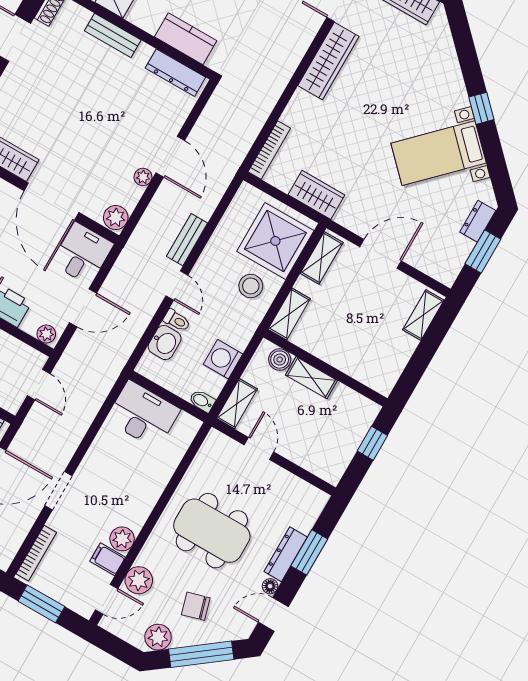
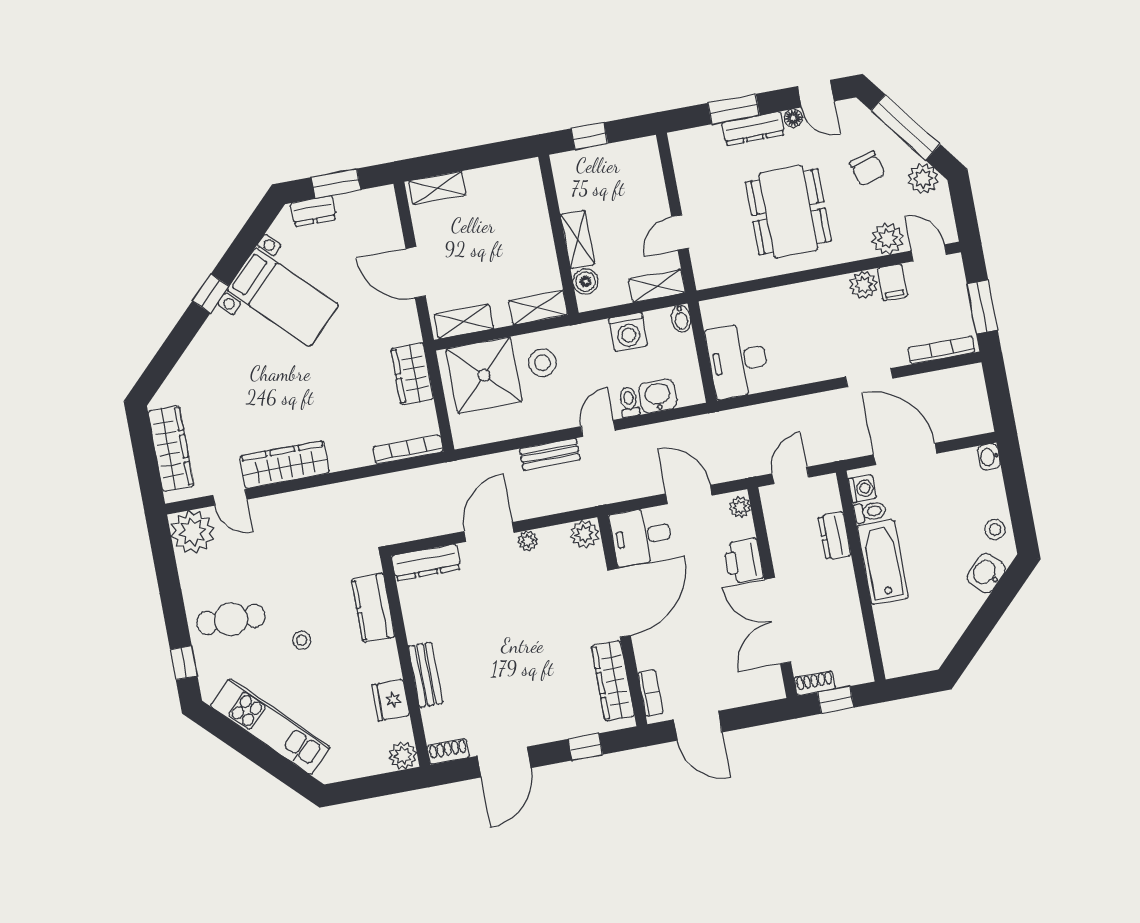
dresser: (175, 73) -> (426, 562), moved, turned 90

